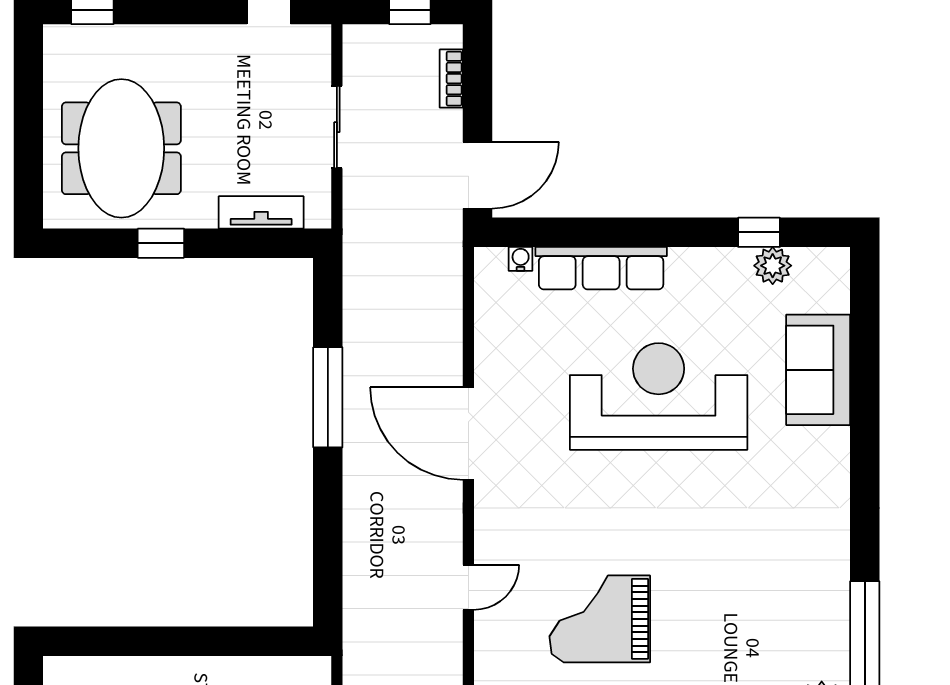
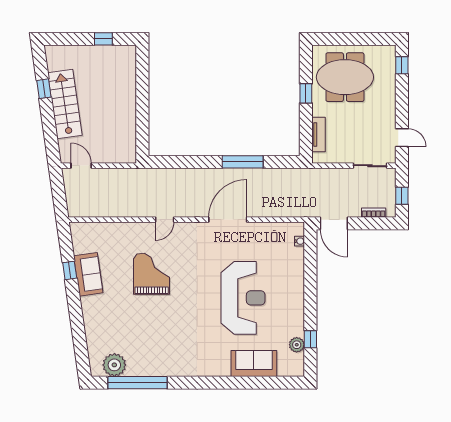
sliding door: (337, 127) -> (370, 166), moved
row of seats: (601, 268) -> (296, 274), removed
door: (468, 587) -> (165, 220), hinge flipped

